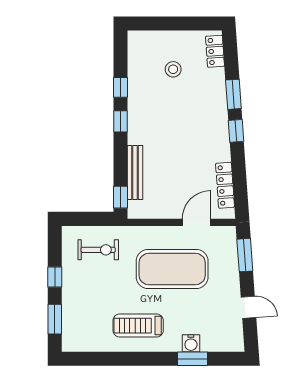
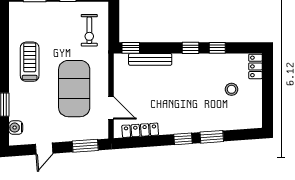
locker: (215, 51) -> (255, 66), moved, turned -86
water cooler: (191, 343) -> (16, 128), moved

